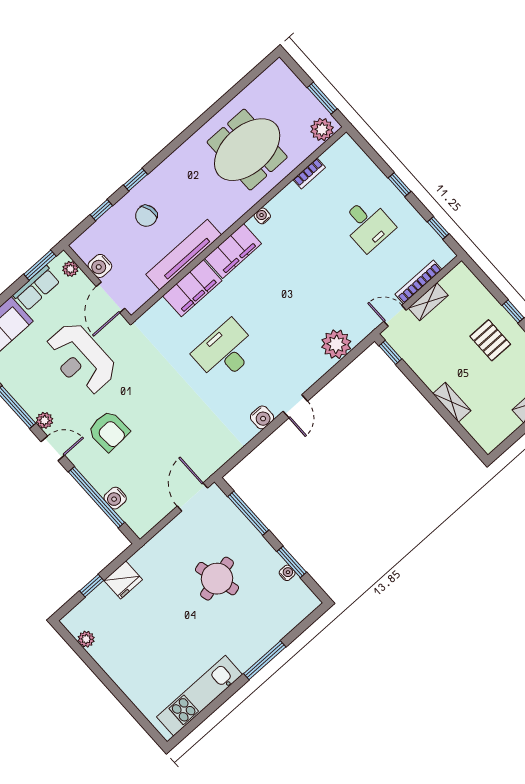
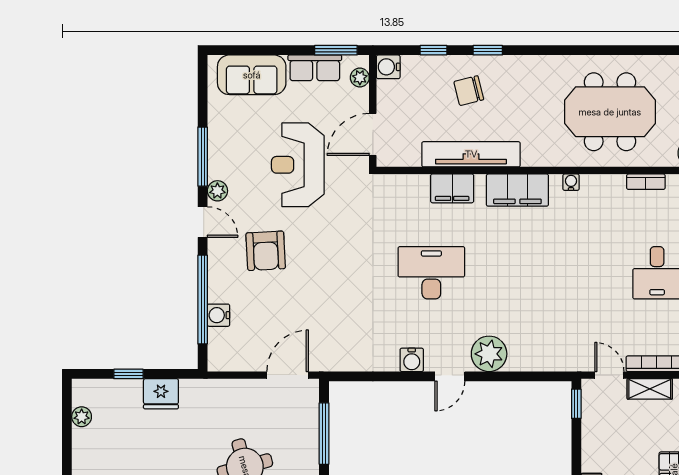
water cooler: (100, 266) -> (388, 67), moved
filing cabinet: (192, 288) -> (452, 188), width x0.67, depth x0.86
plant: (336, 344) -> (489, 354), moved

